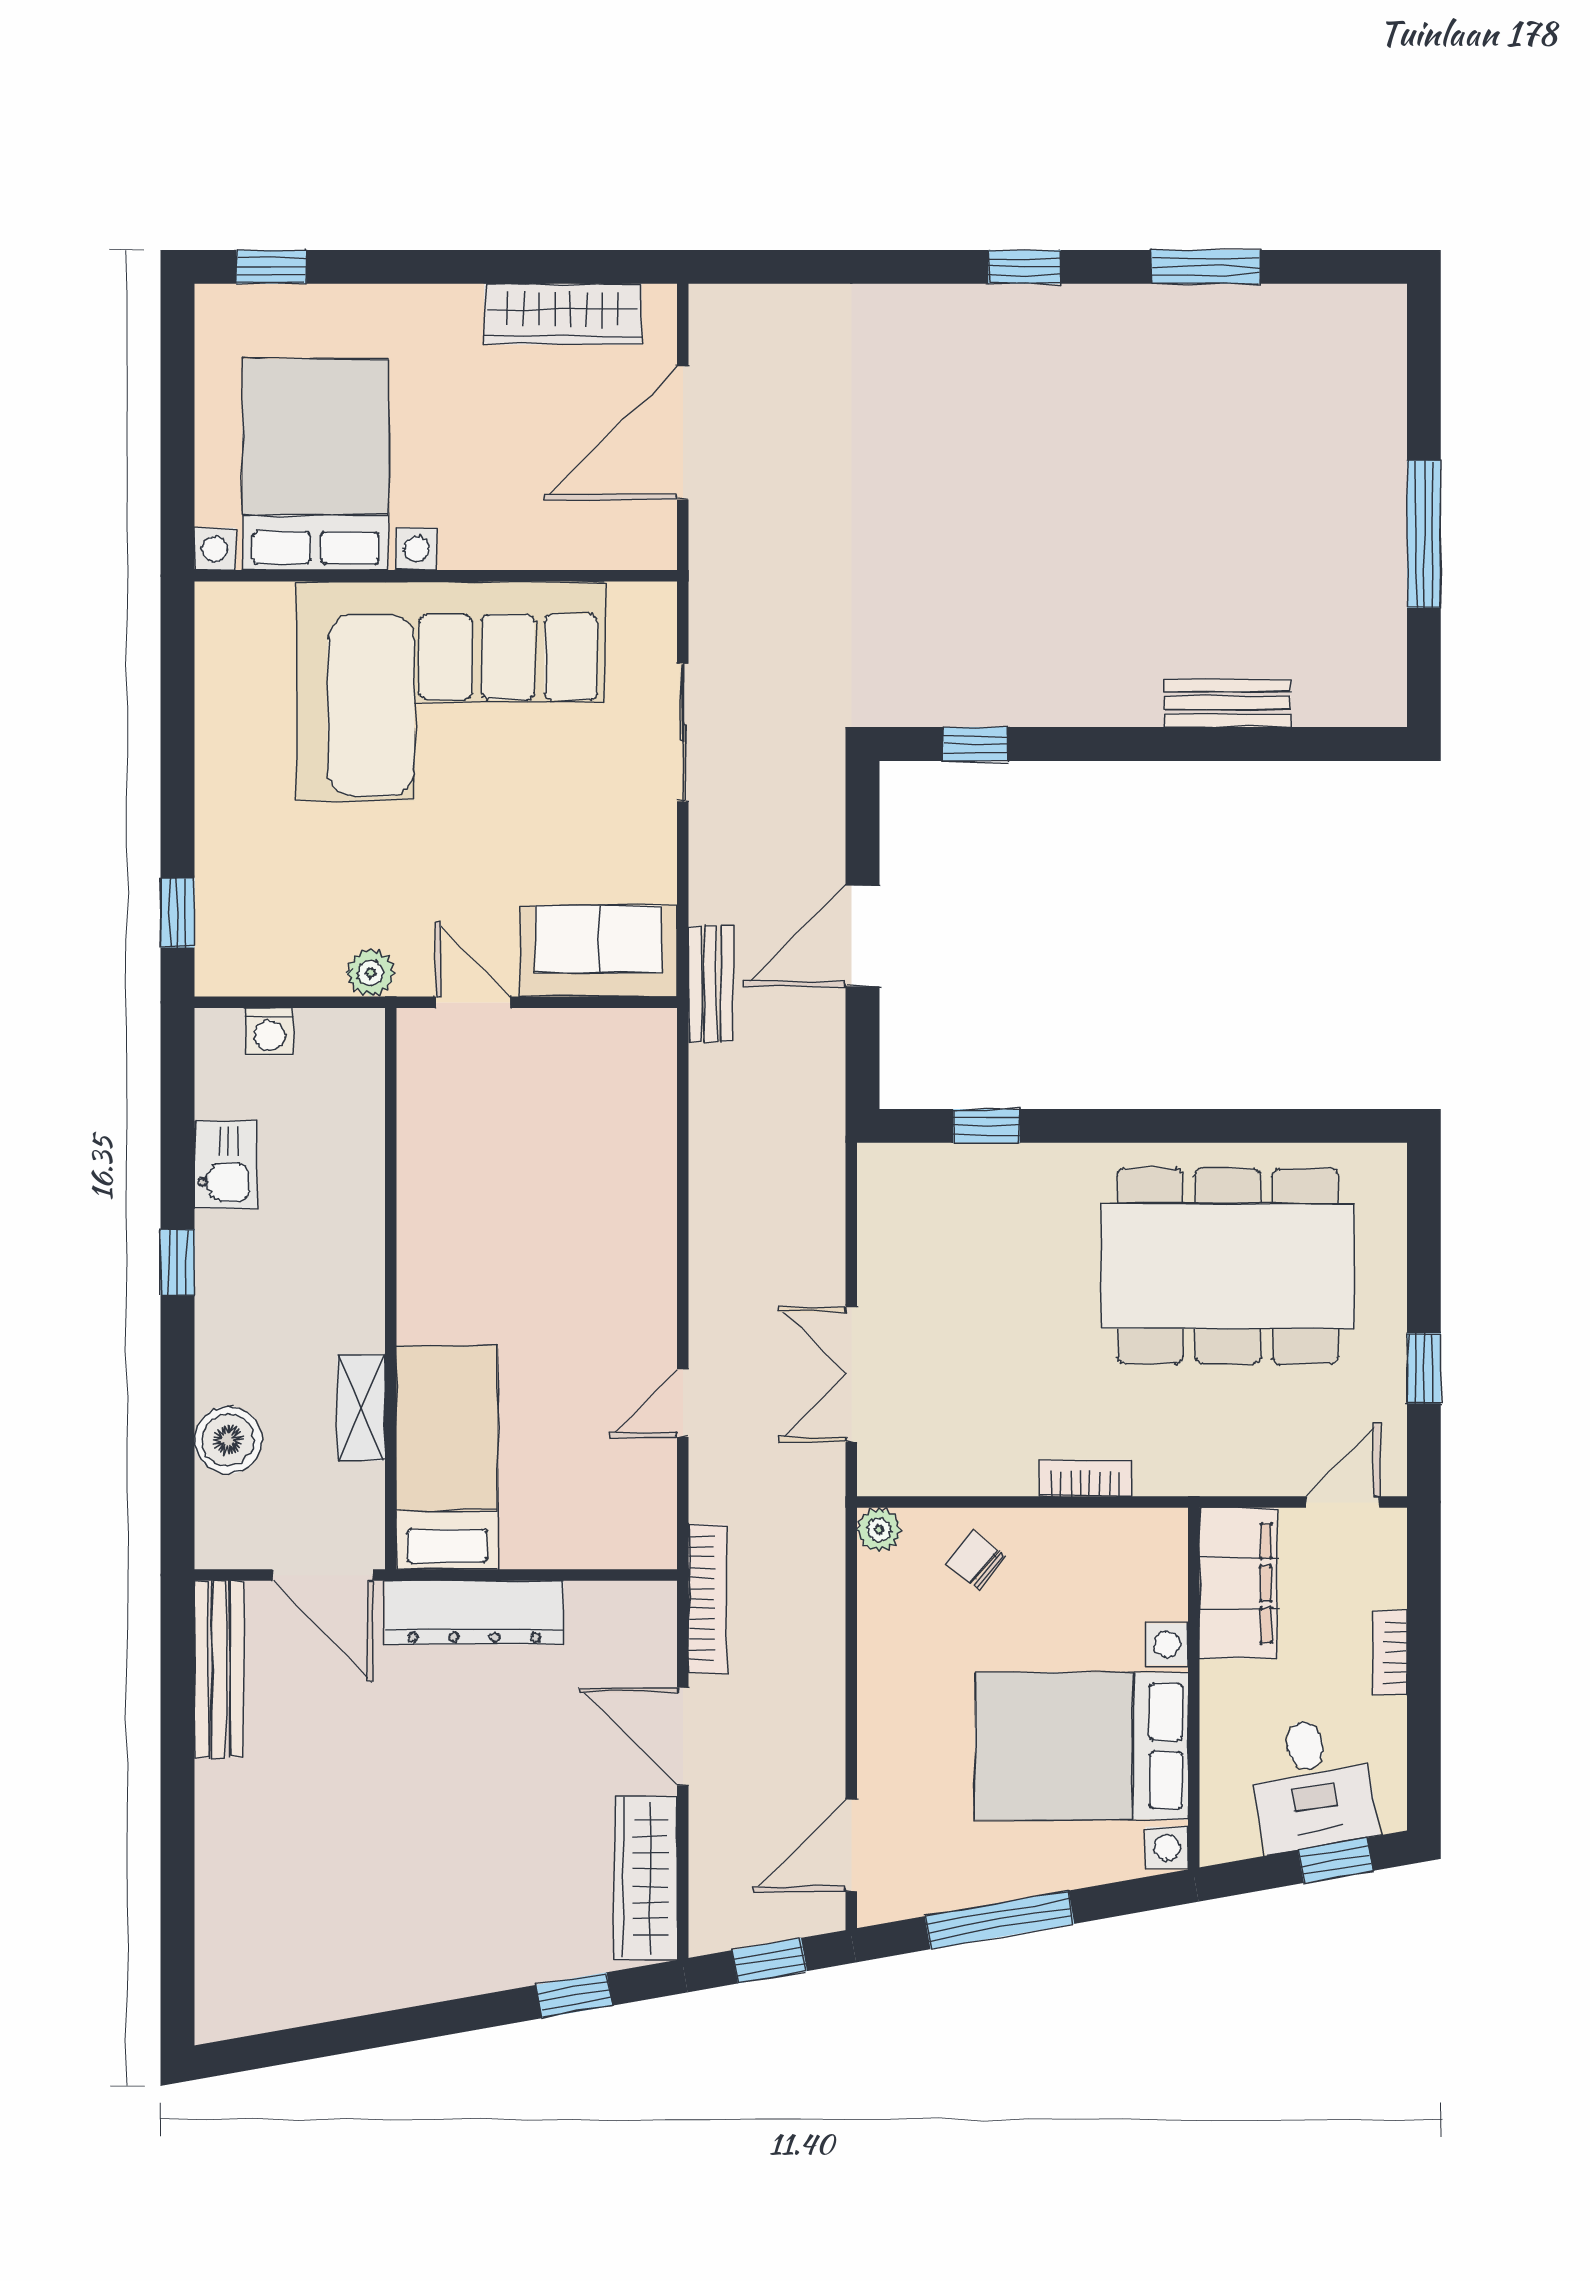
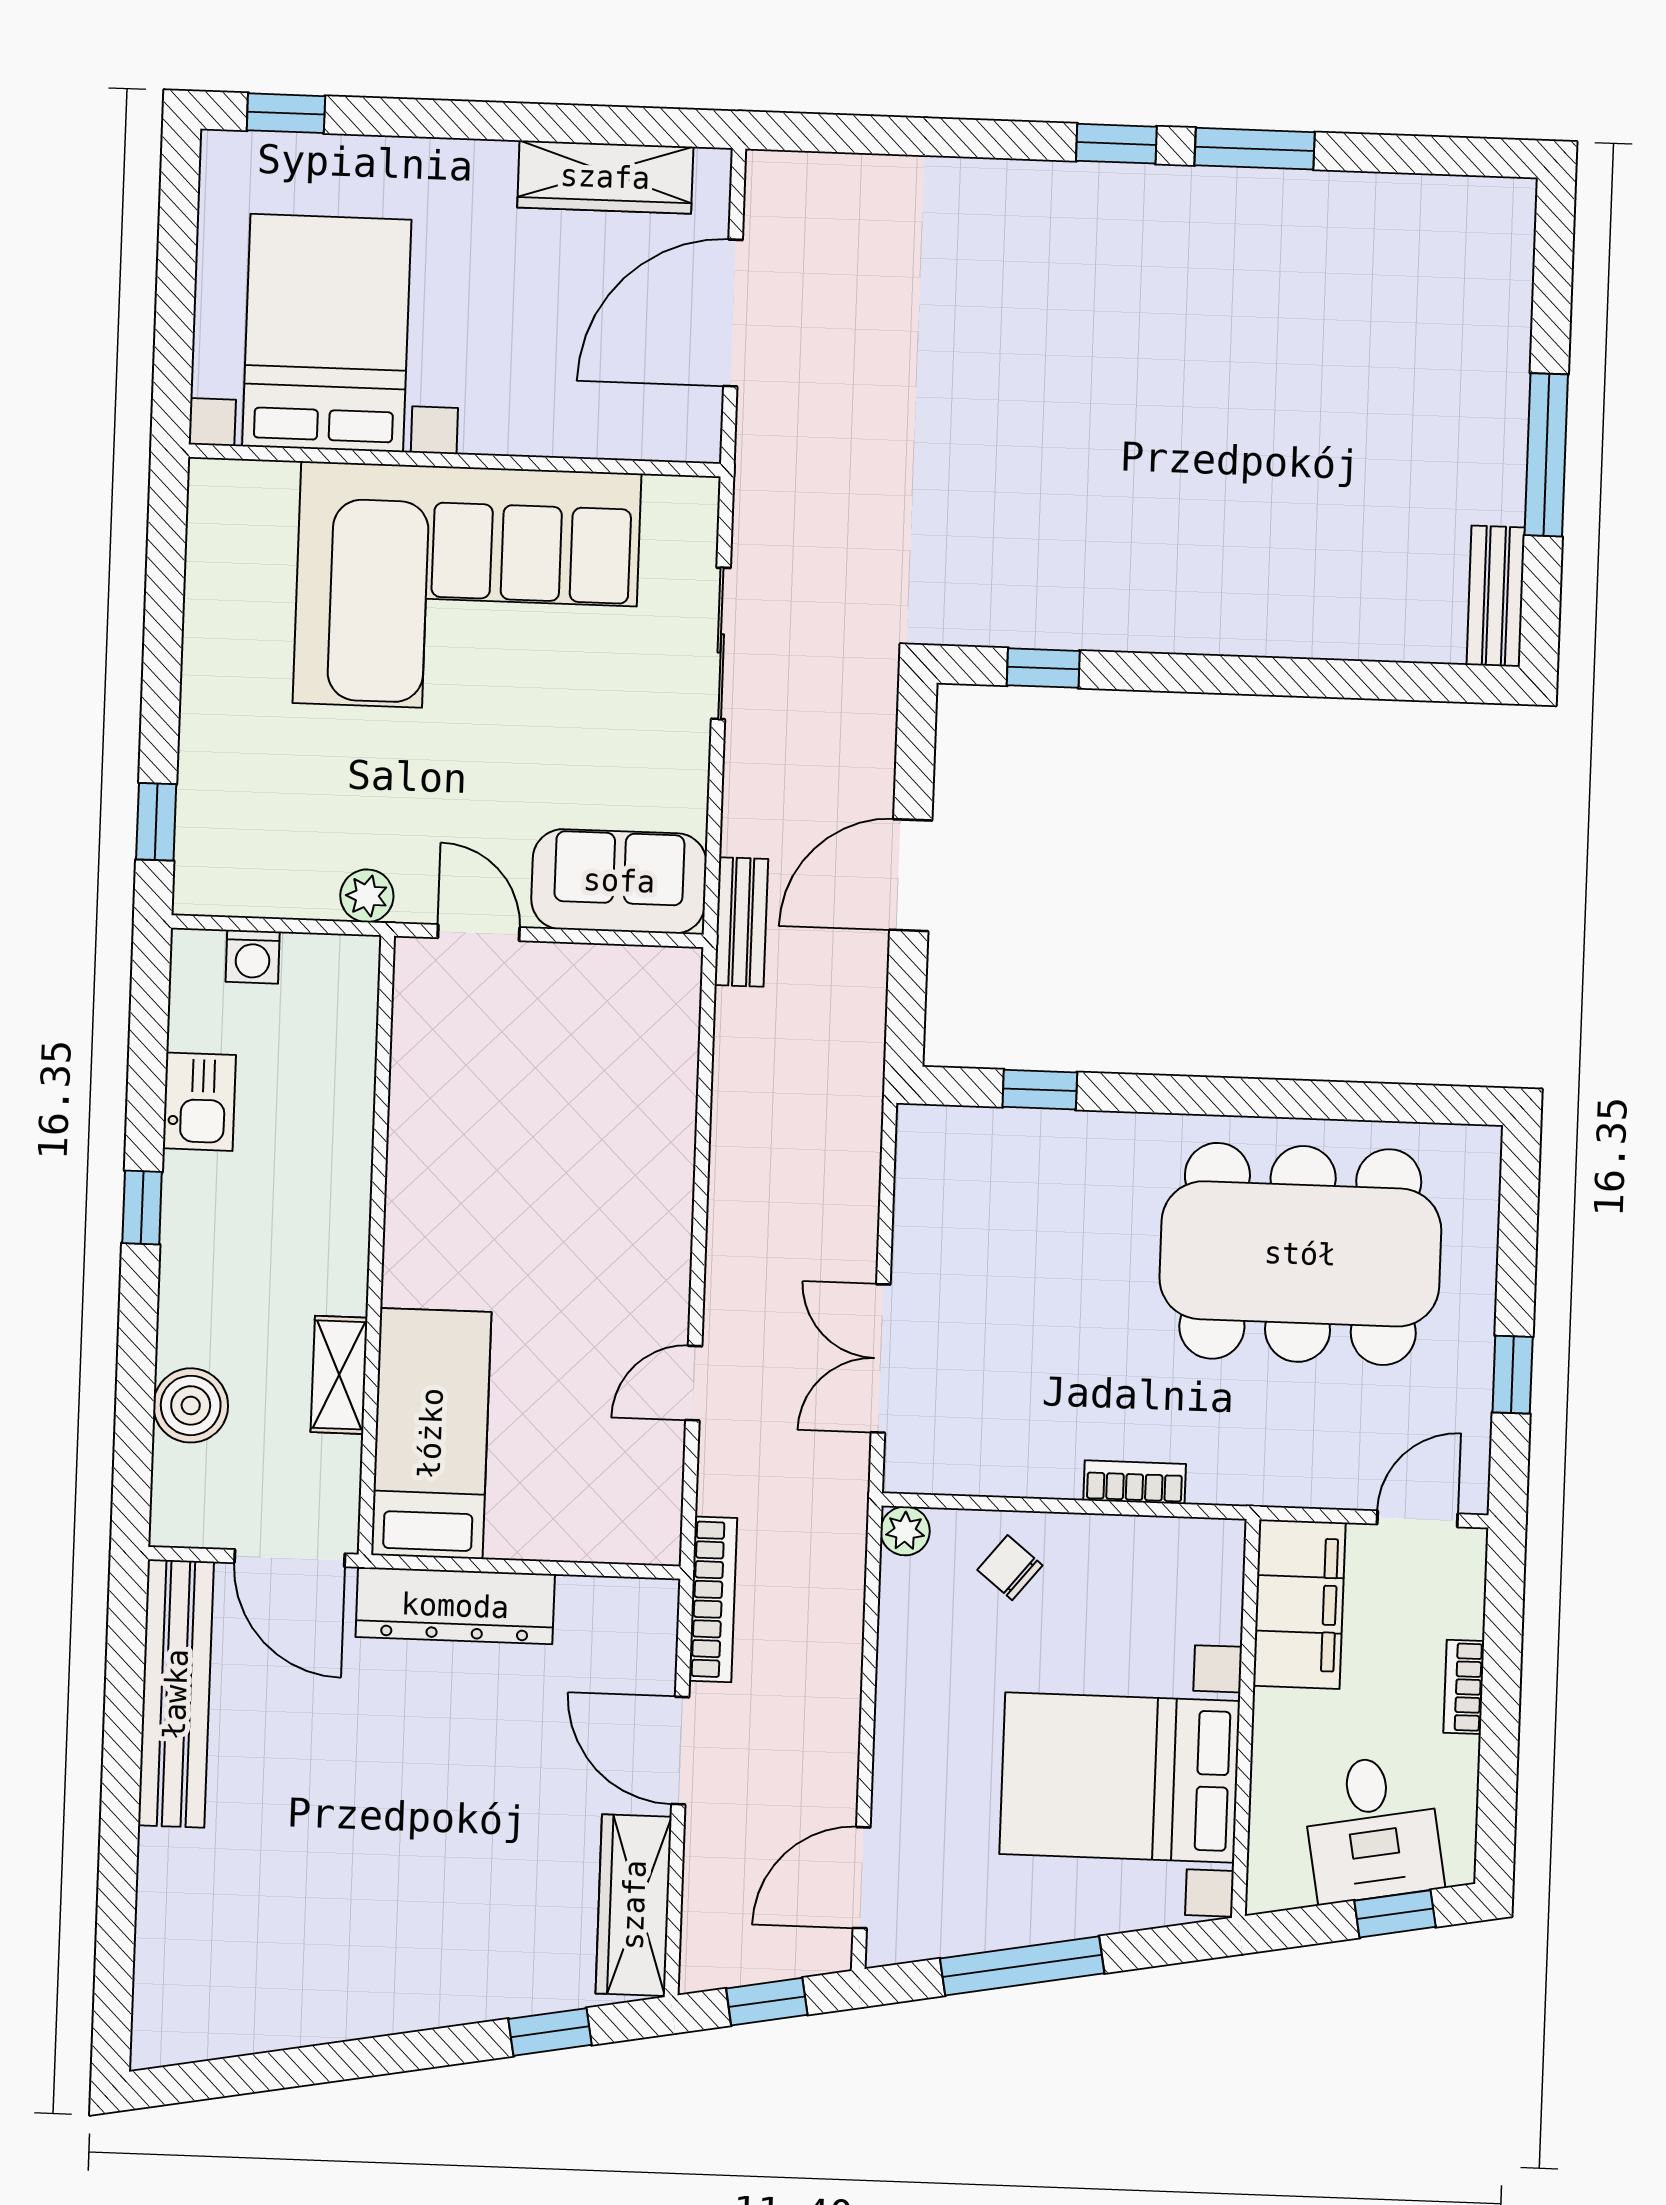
window: (1205, 267) -> (1255, 149), moved
bench: (1228, 703) -> (1496, 596), moved, turned 90
bench: (219, 1669) -> (176, 1694), width x1.37, depth x1.21

